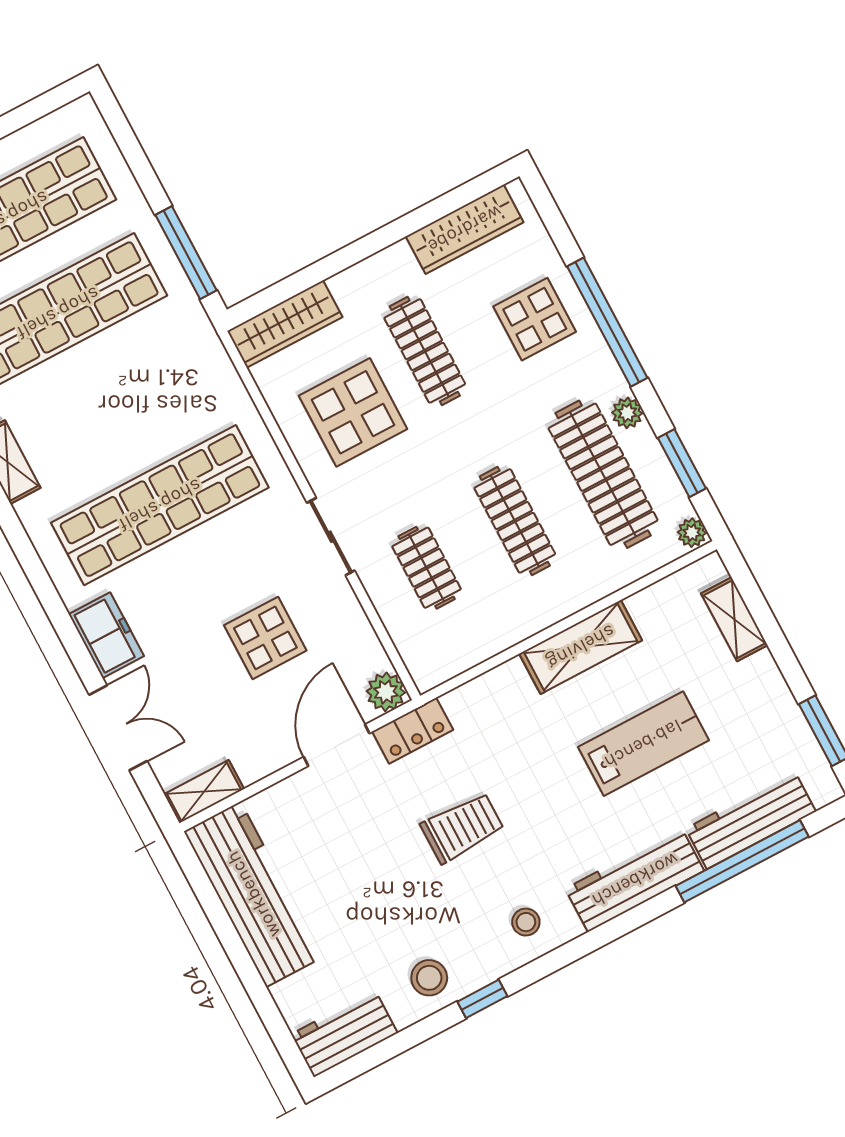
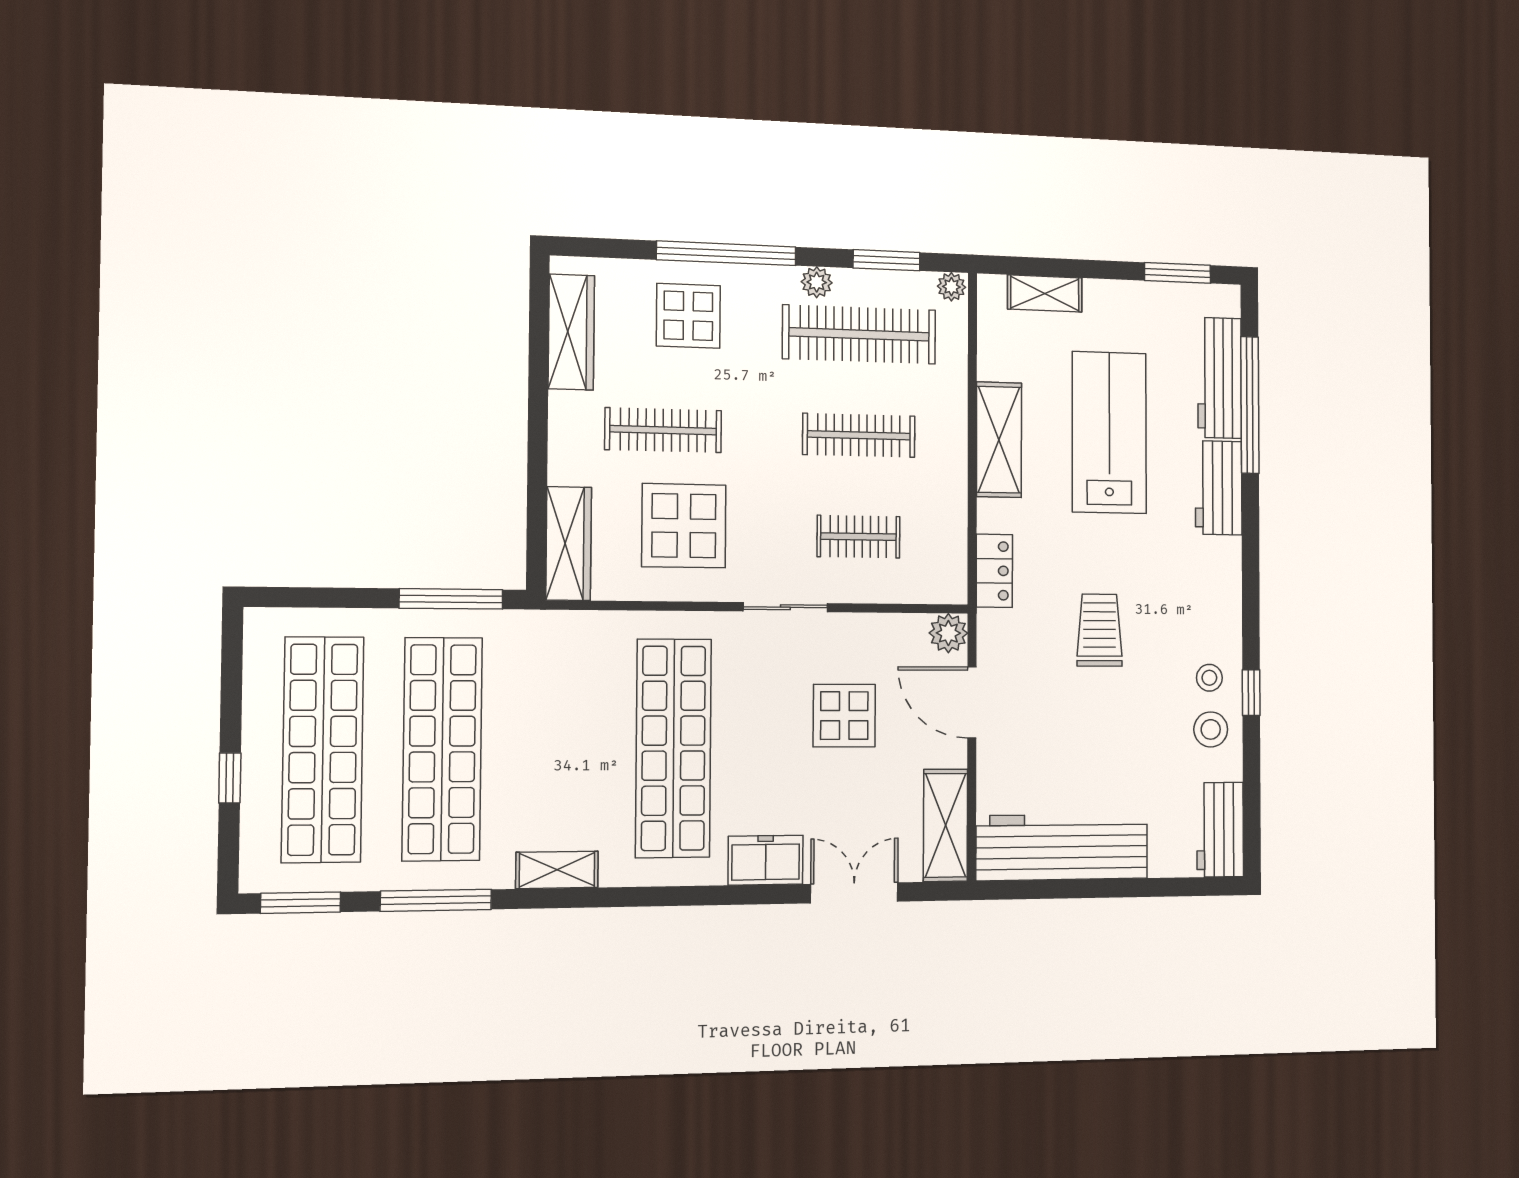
locker: (413, 731) -> (994, 571), moved
lab bench: (643, 744) -> (1109, 432), width x1.36, depth x1.39
shelving: (204, 792) -> (945, 825), width x1.50, depth x1.33
workbench: (635, 880) -> (1219, 488), width x0.73
stool: (526, 922) -> (1209, 678), moved

